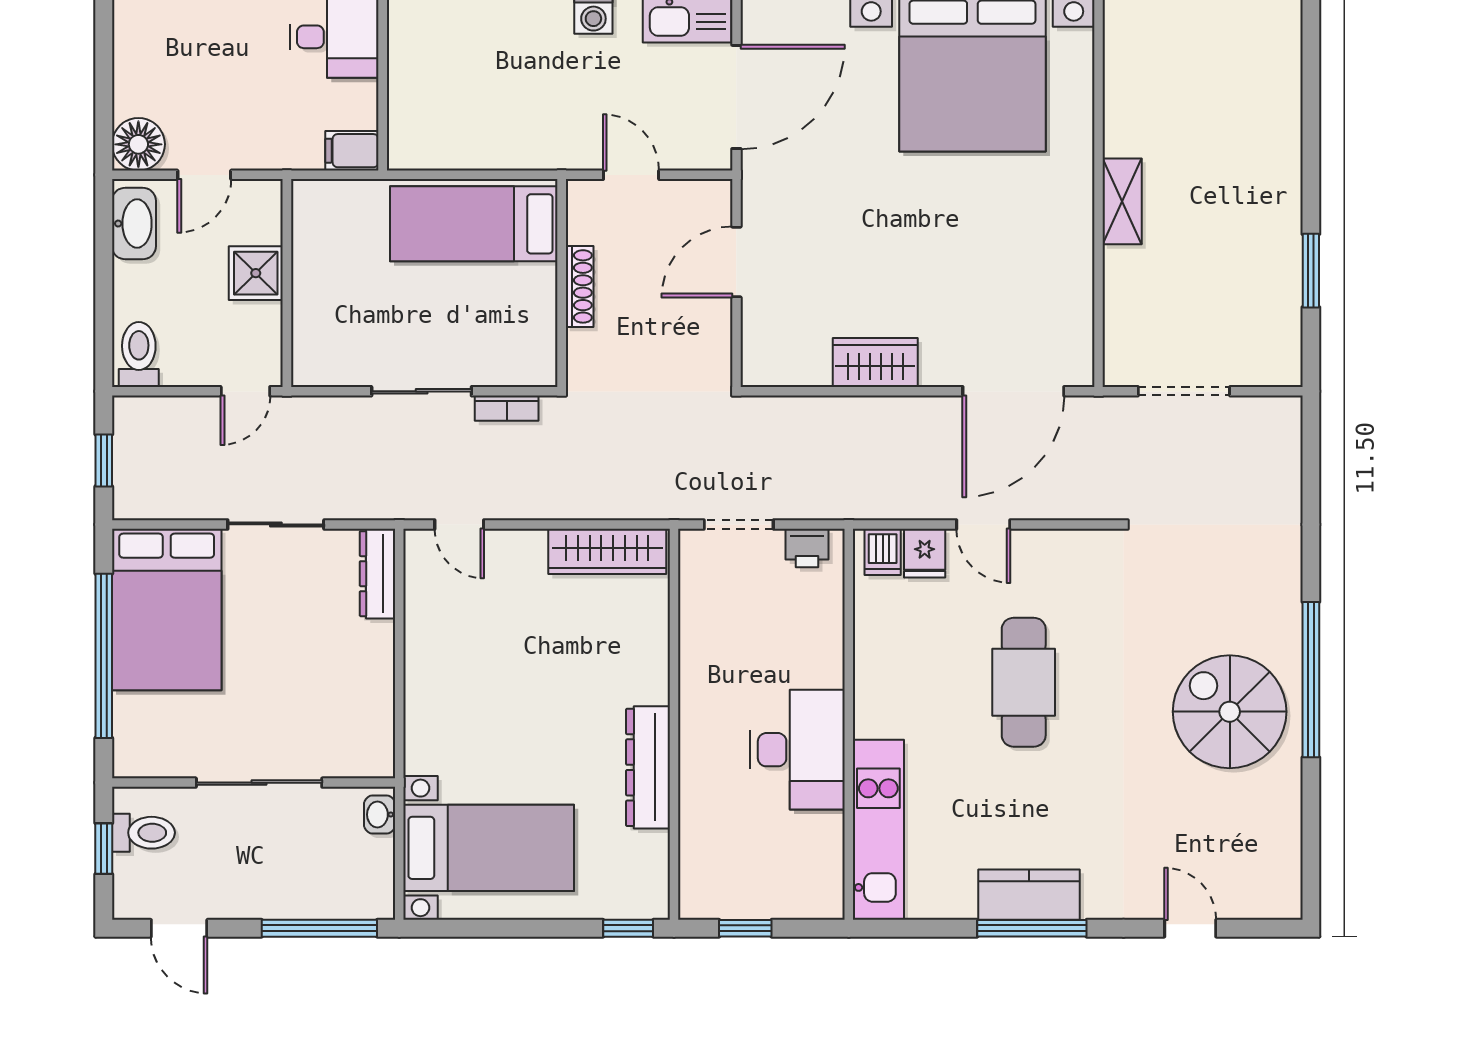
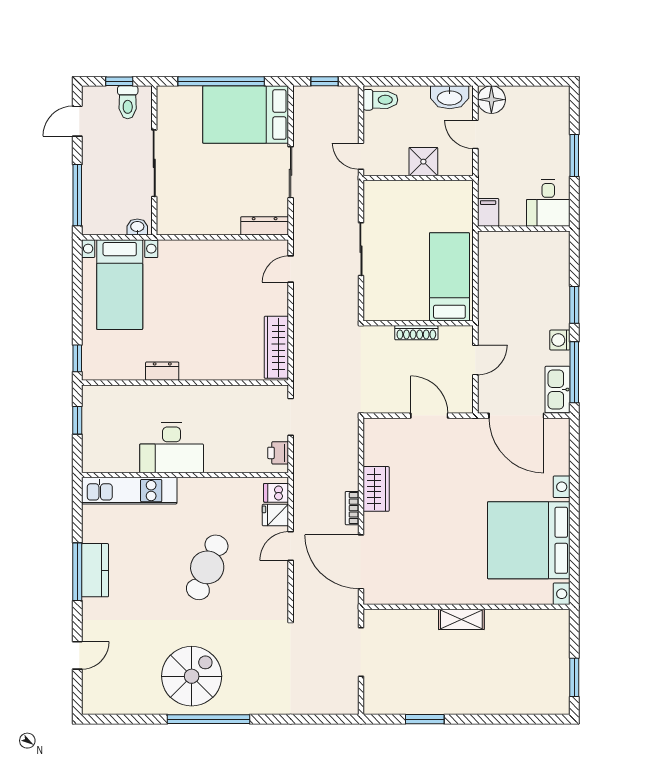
bookcase: (507, 408) -> (352, 508), moved
cafe table: (1024, 682) -> (207, 567), turned -67
dresser: (648, 767) -> (162, 371), width x0.51, depth x0.80

